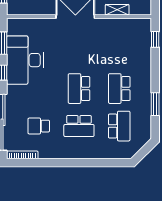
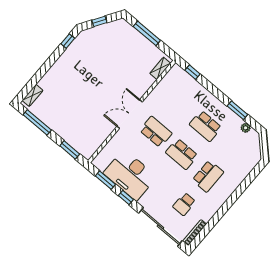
shelving: (117, 10) -> (160, 68), moved
plant: (146, 123) -> (246, 128), added
school desk: (119, 126) -> (156, 132), moved

